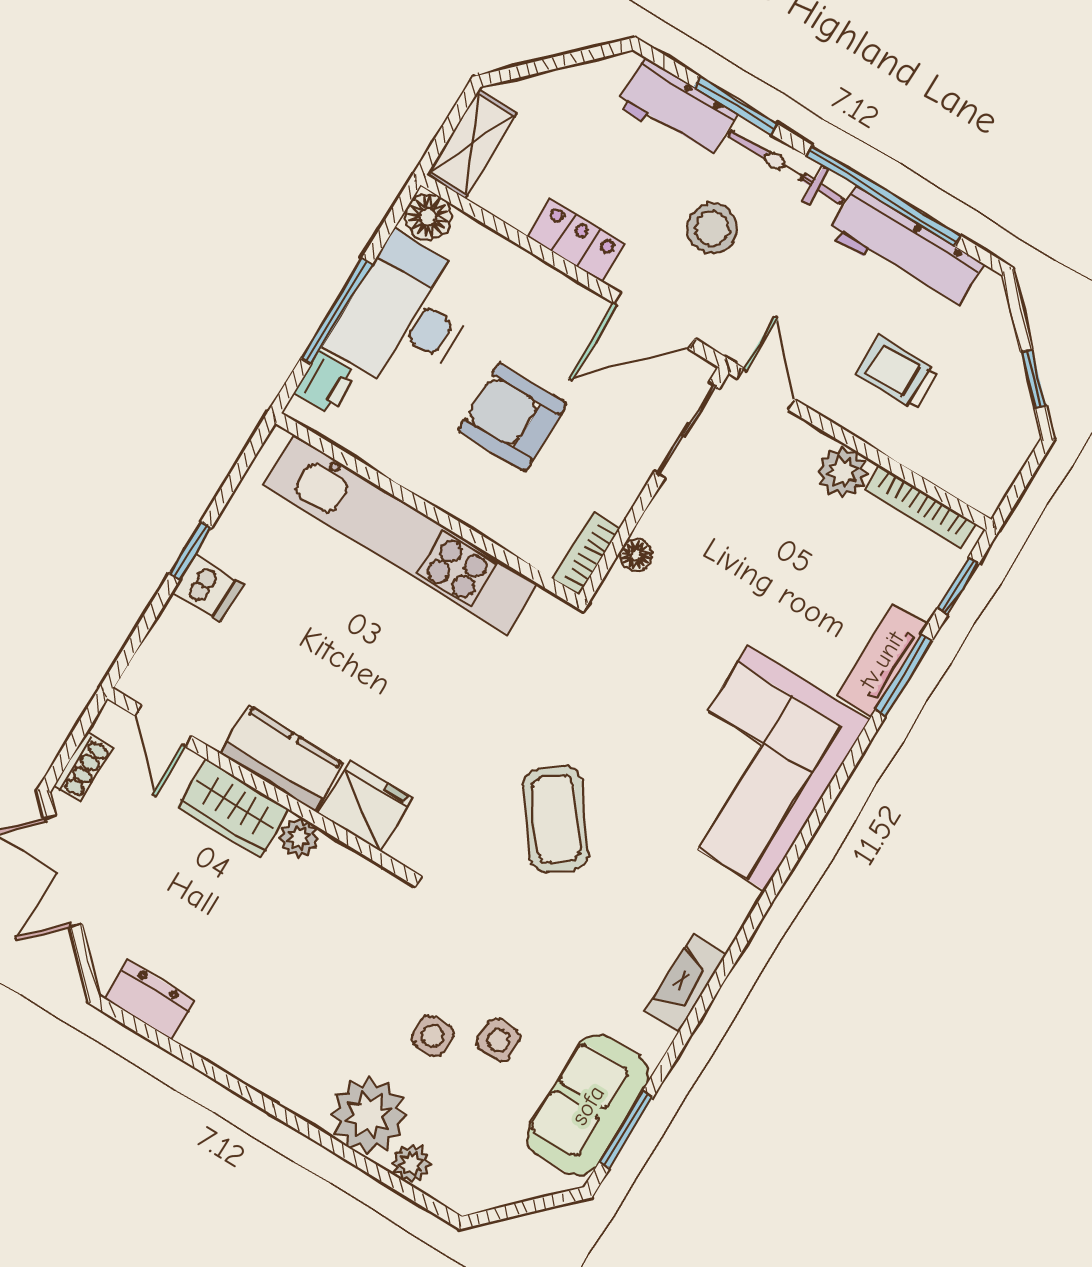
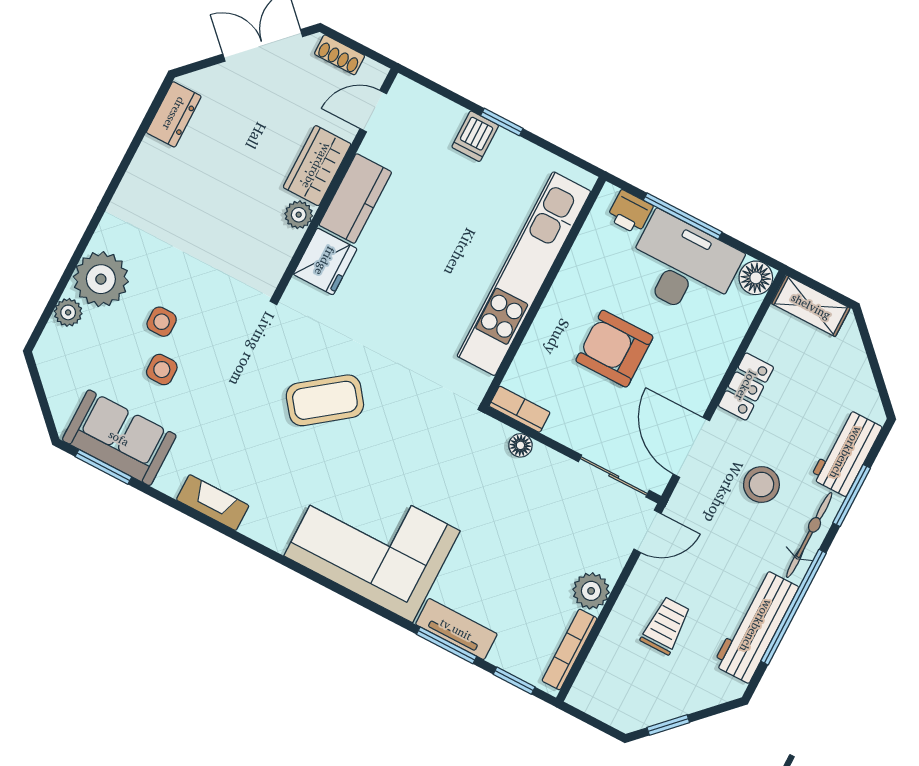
armchair: (512, 417) -> (614, 349), turned -90

